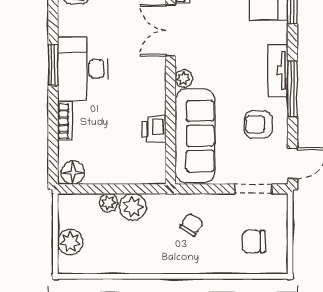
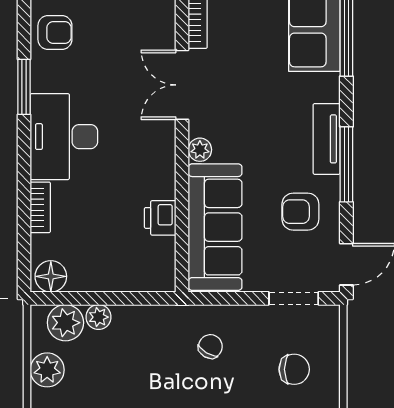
window: (53, 65) -> (24, 87), moved
plant: (133, 207) -> (65, 323), moved
chair: (254, 242) -> (294, 369), turned 180

